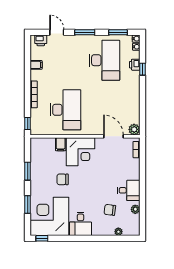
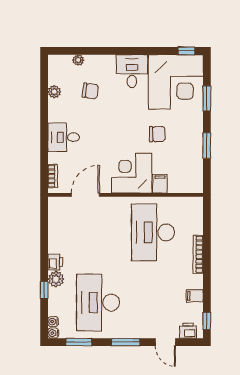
printer: (135, 65) -> (55, 262), moved
window: (28, 123) -> (207, 321), moved
plant: (134, 129) -> (56, 279), moved
door: (113, 136) -> (85, 195), swing flipped
desk: (129, 190) -> (64, 137), moved

